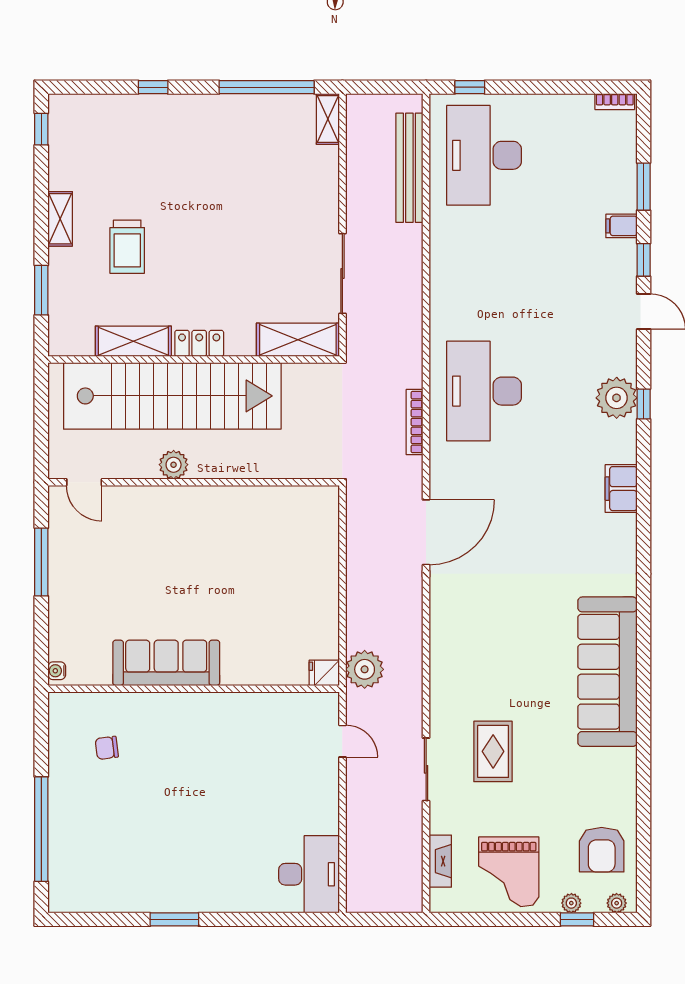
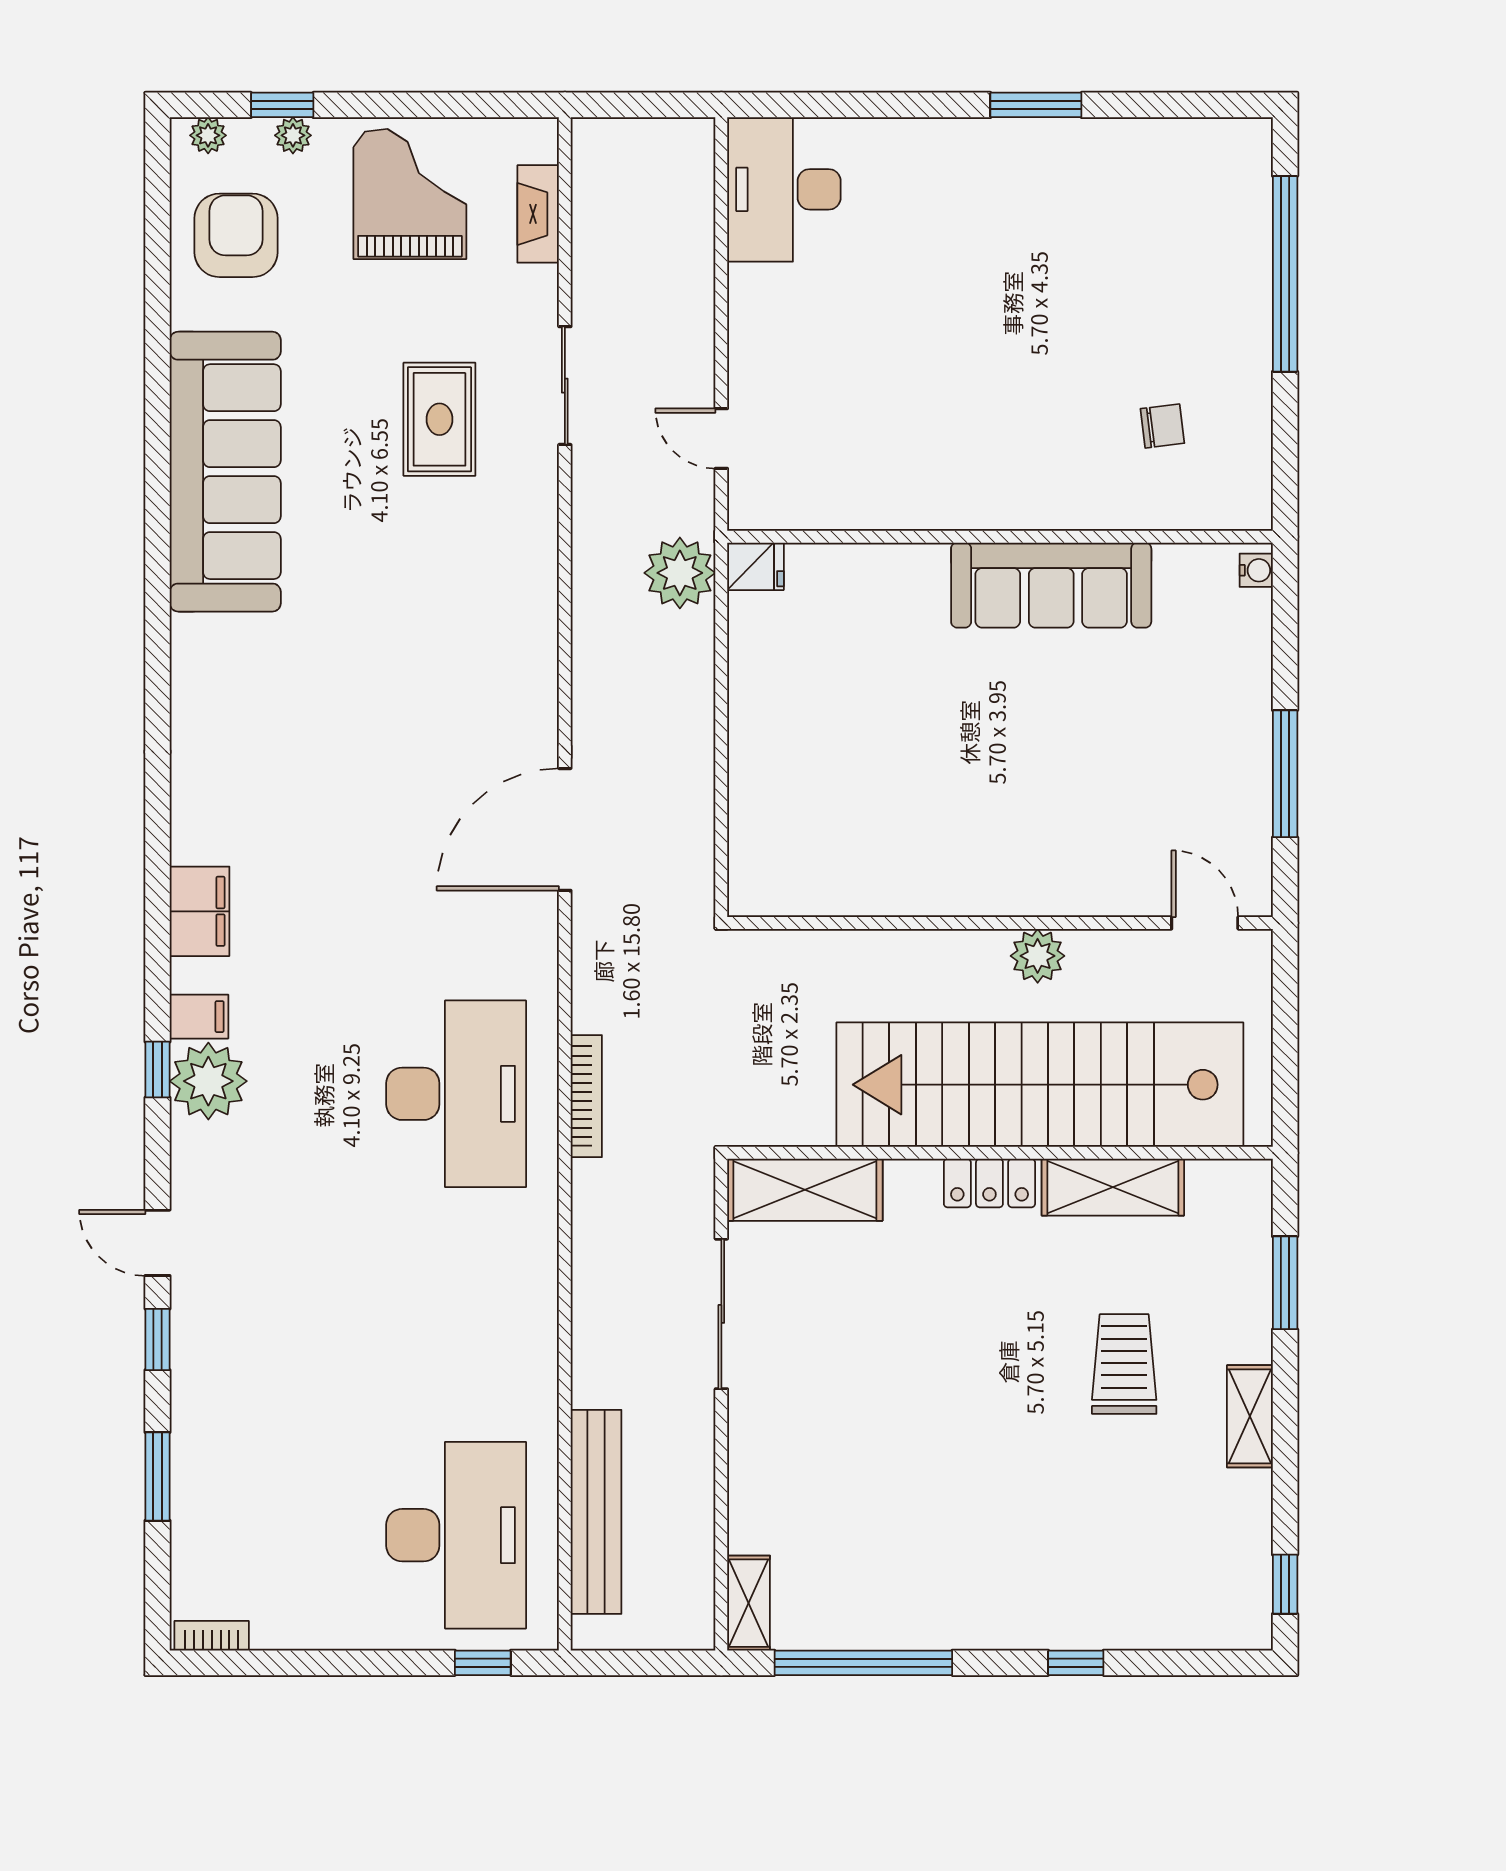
filing cabinet: (621, 226) -> (199, 1017), moved
bookcase: (415, 422) -> (586, 1096), moved
sofa: (607, 672) -> (225, 472), moved

